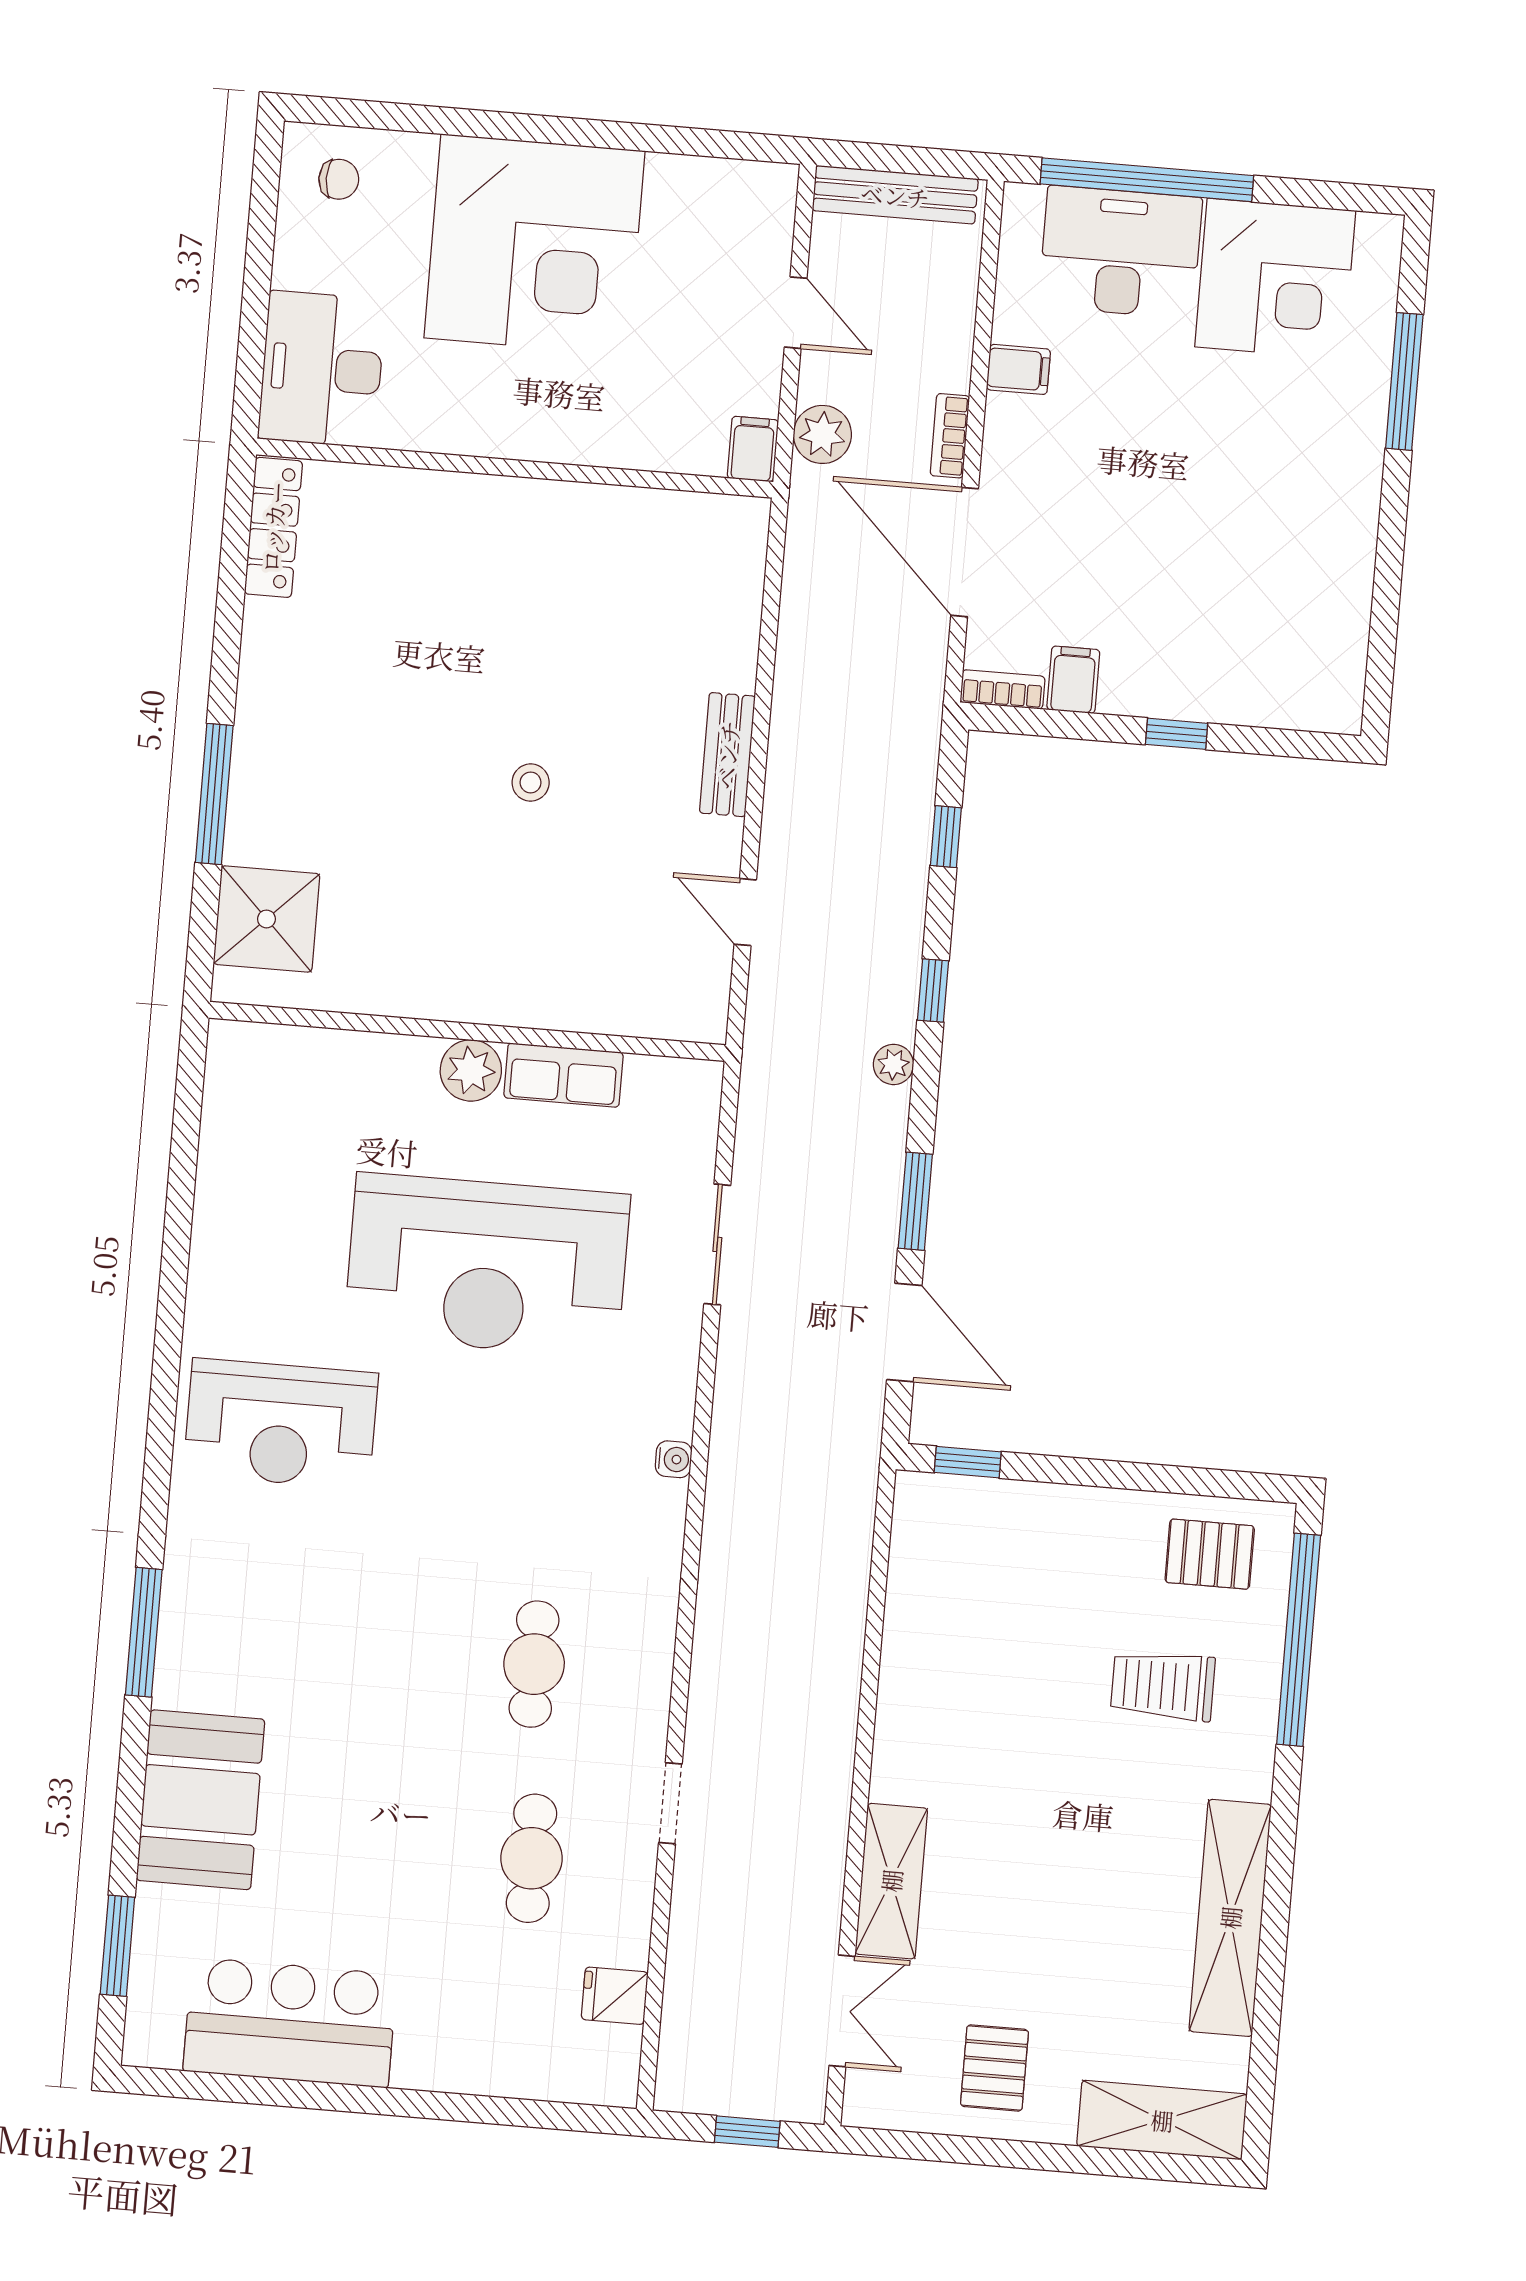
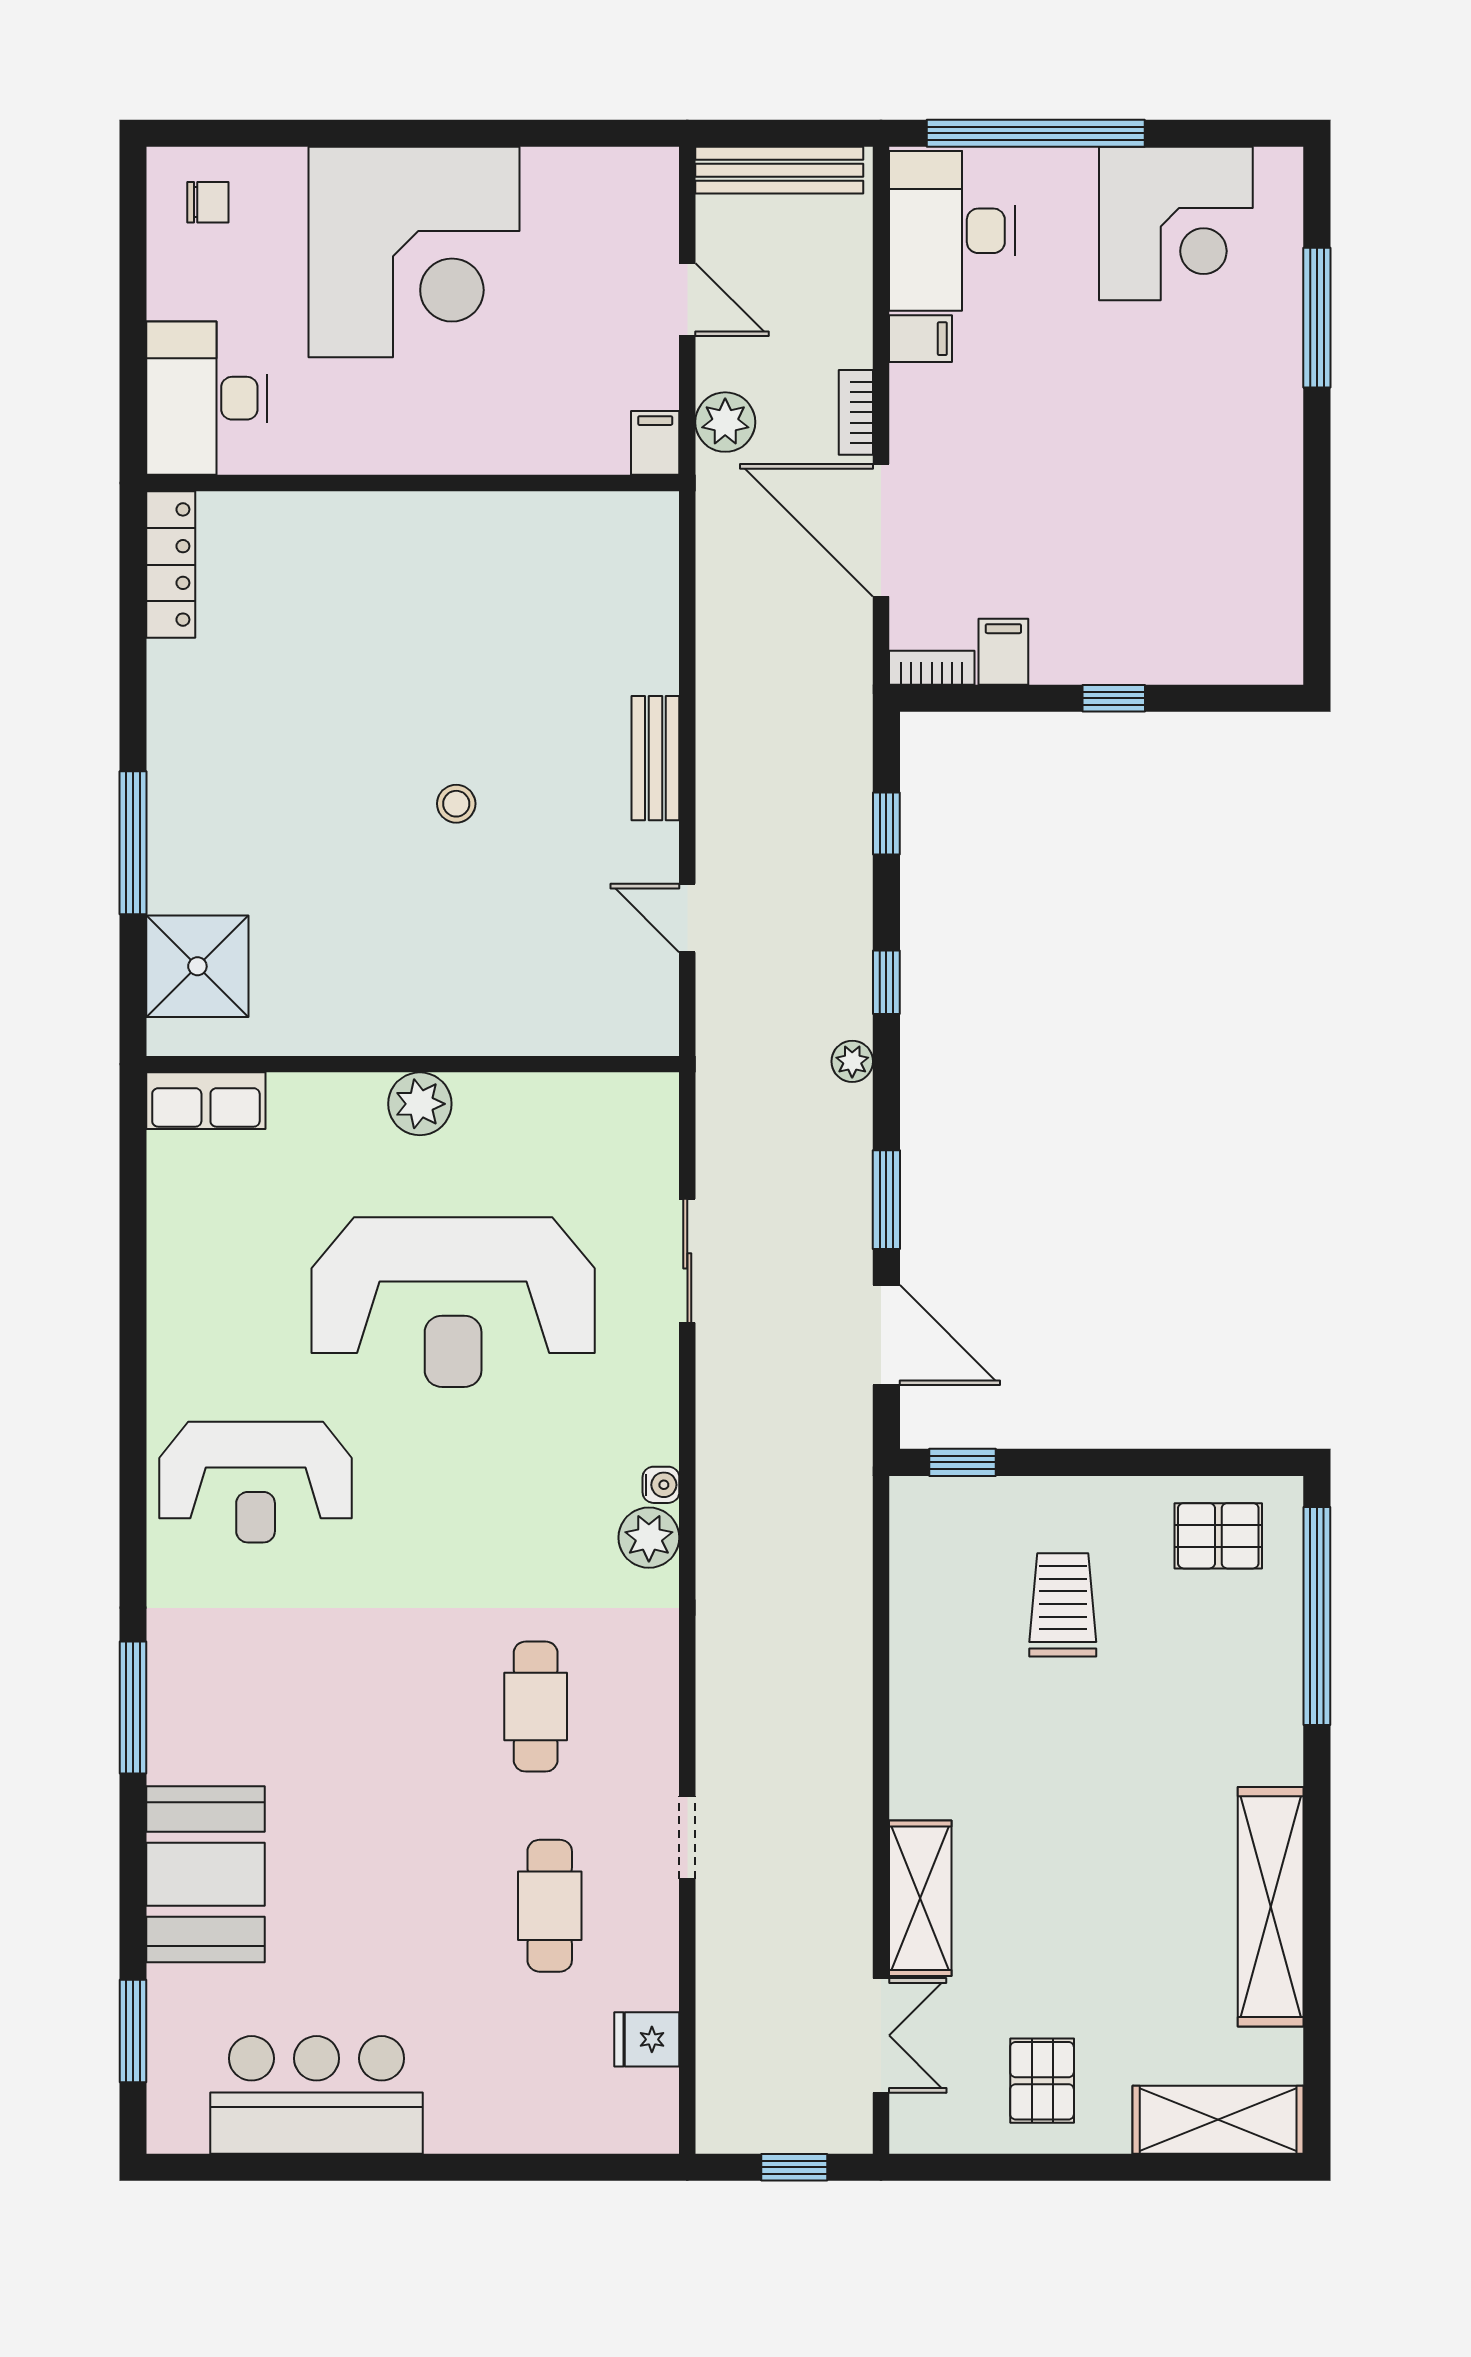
desk: (1120, 252) -> (952, 231), moved, turned -90
row of seats: (564, 1075) -> (206, 1101), moved
plant: (658, 1510) -> (649, 1538), added
trolley: (1163, 1686) -> (1063, 1605), moved, turned 90

